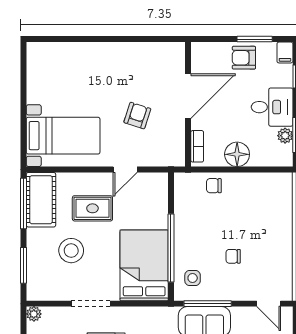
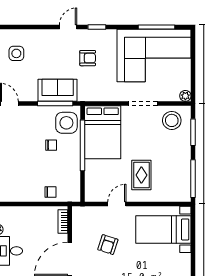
floor lamp: (237, 154) -> (33, 216), removed
cot: (41, 200) -> (180, 181), removed
rug: (92, 208) -> (141, 175), turned 90
stool: (71, 251) -> (172, 120), moved
chair: (233, 256) -> (51, 145), moved
side table: (193, 278) -> (66, 123), width x1.87, depth x1.87

